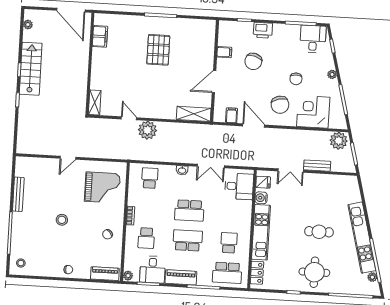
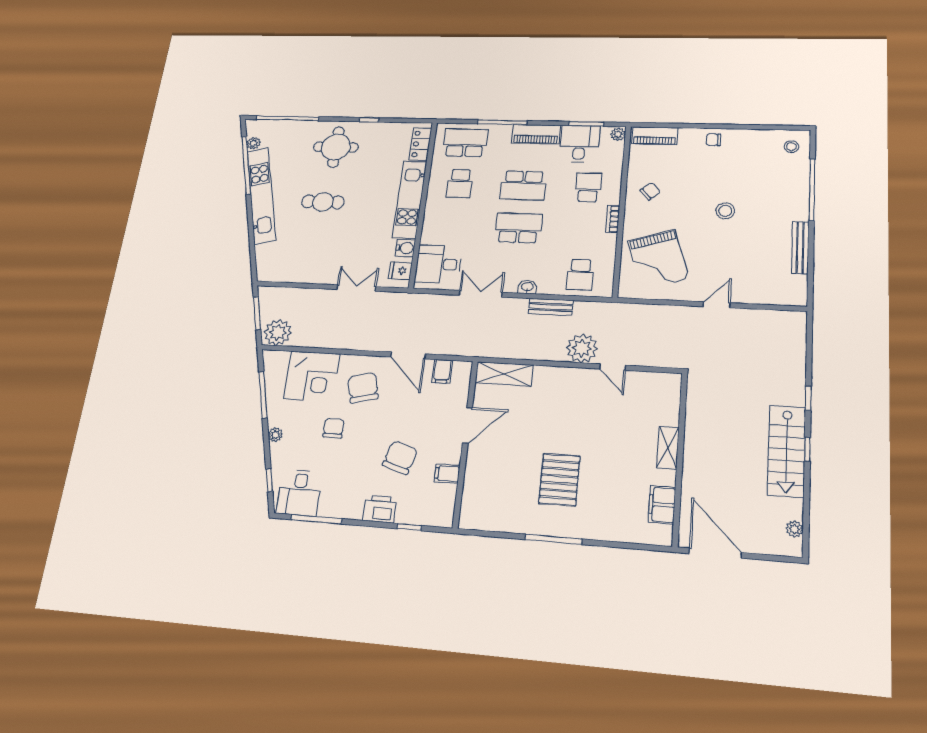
shelving: (95, 102) -> (668, 448), moved
bench: (317, 166) -> (551, 307), moved
grand piano: (102, 188) -> (658, 260), turned -108

